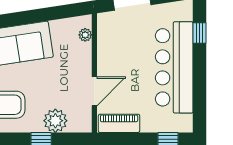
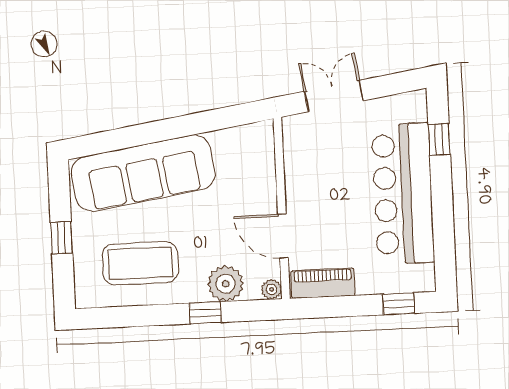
plant: (85, 35) -> (272, 289), moved
door: (94, 91) -> (283, 236), swing flipped

